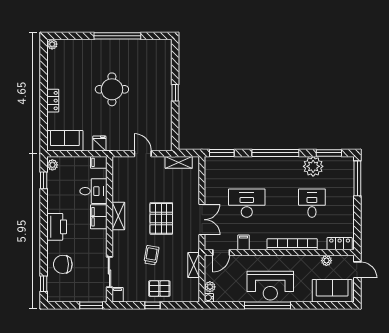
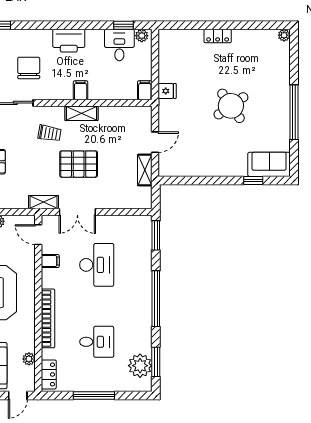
round table: (112, 89) -> (231, 106), turned -35
window: (175, 93) -> (253, 180), moved
sofa: (65, 141) -> (269, 164), moved, turned -90
shelving: (179, 162) -> (145, 170), moved
plant: (313, 166) -> (140, 366), moved
window: (357, 178) -> (94, 395), moved
desk: (93, 191) -> (119, 45), moved, turned 180
filing cabinet: (99, 217) -> (81, 90), width x0.50
trolley: (151, 255) -> (49, 133), moved
chair: (63, 264) -> (29, 68), moved
shelving: (194, 265) -> (44, 202), moved

